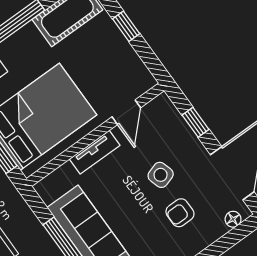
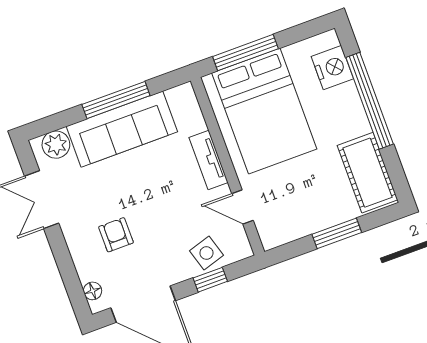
window: (126, 26) -> (337, 233), width x1.50
side table: (161, 175) -> (206, 253), moved

